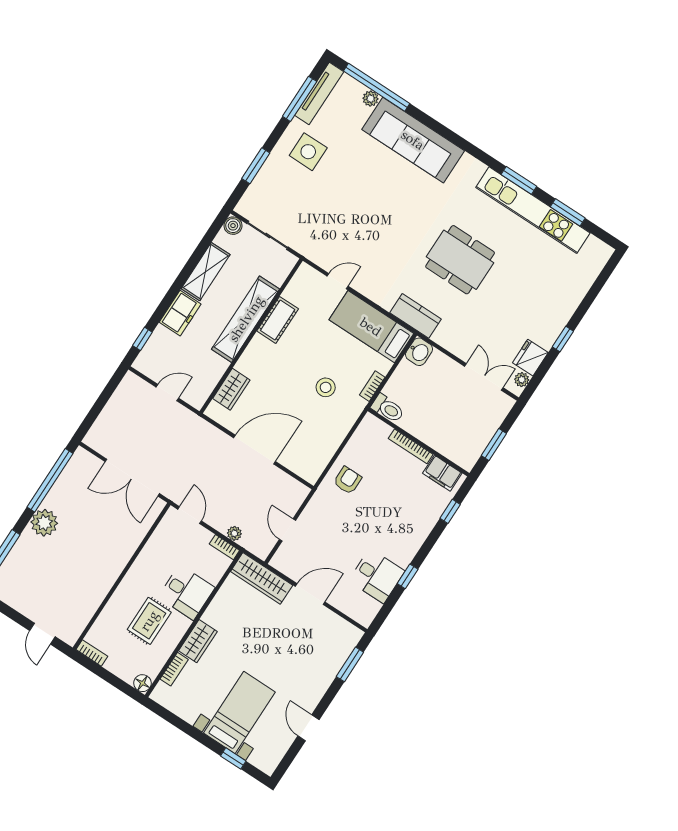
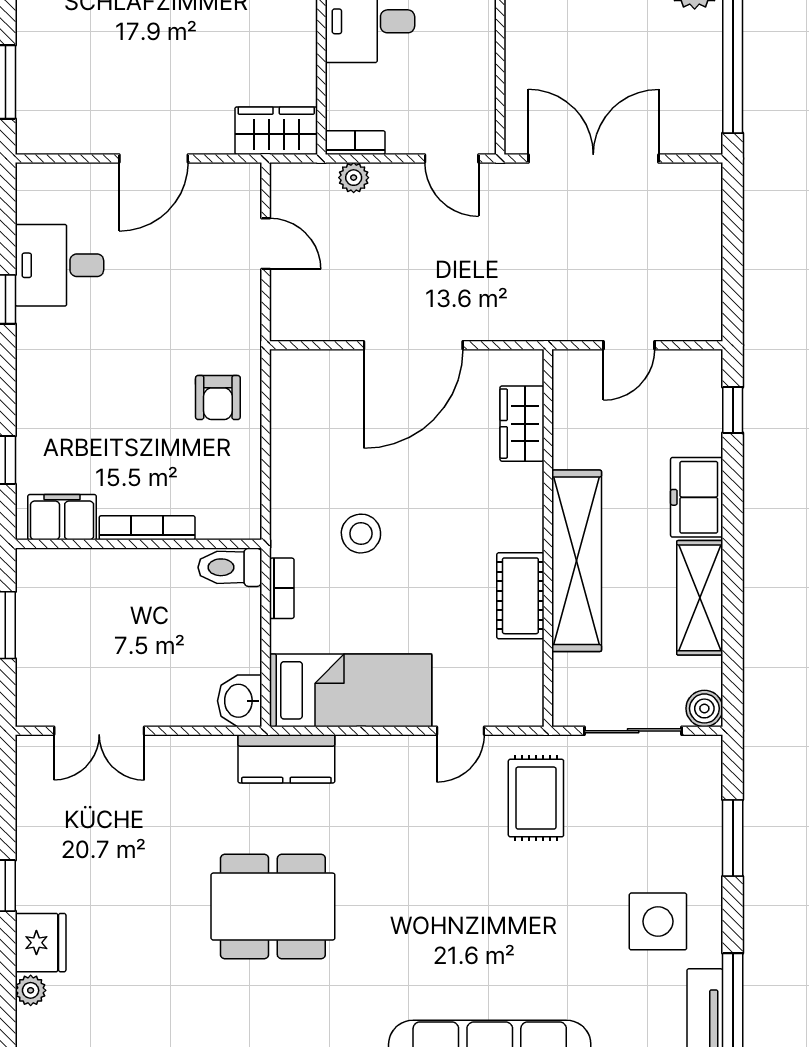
rug: (325, 234) -> (536, 798), added
fridge: (530, 358) -> (41, 943), moved
plant: (522, 380) -> (31, 990), moved
wardrobe: (262, 578) -> (276, 131), width x0.67

